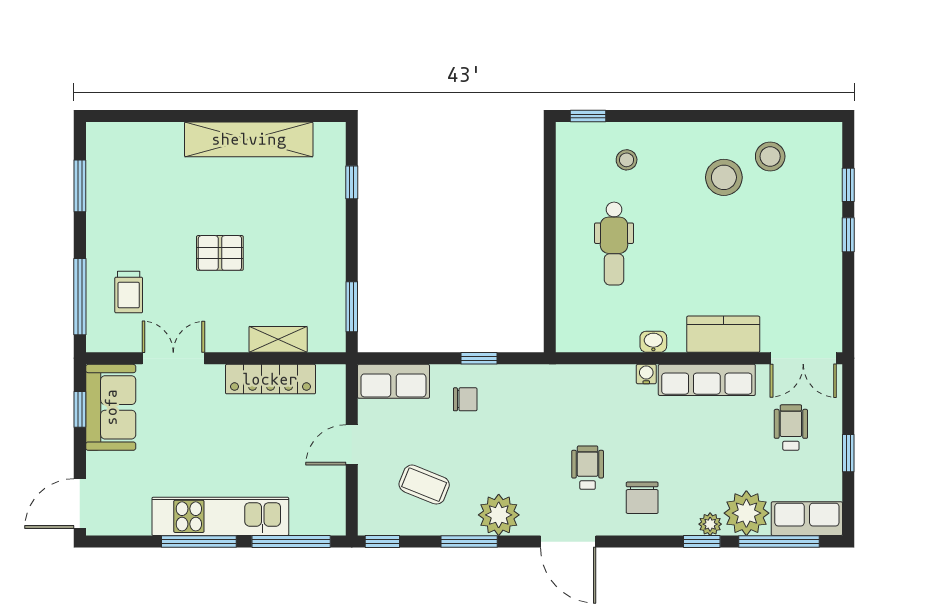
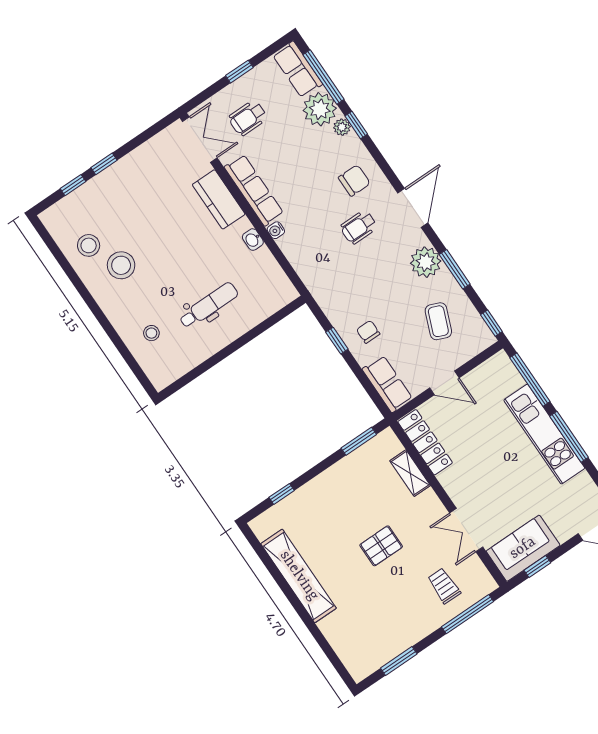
window: (588, 116) -> (141, 376), removed
pallet: (220, 253) -> (381, 546), turned 90
trolley: (129, 292) -> (444, 586), turned -90
locker: (270, 379) -> (425, 442), moved

